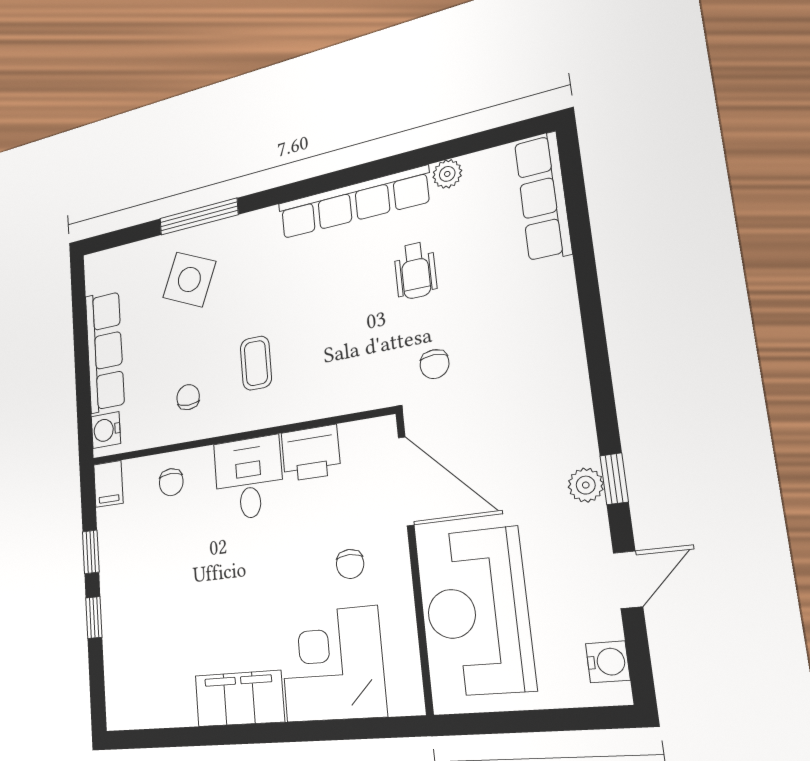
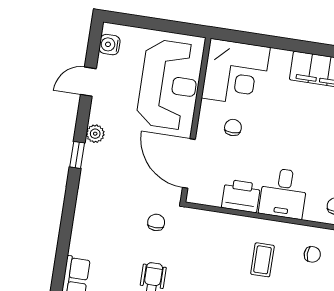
chair: (188, 397) -> (312, 254), turned -90
window: (614, 479) -> (77, 155), moved
corner desk: (332, 664) -> (236, 73), moved

